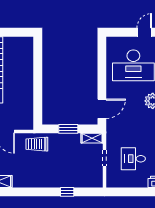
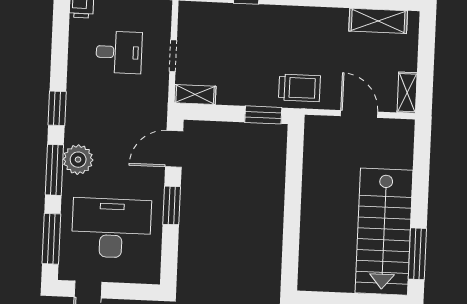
window: (102, 79) -> (172, 205), added
window: (68, 129) -> (263, 115), moved

